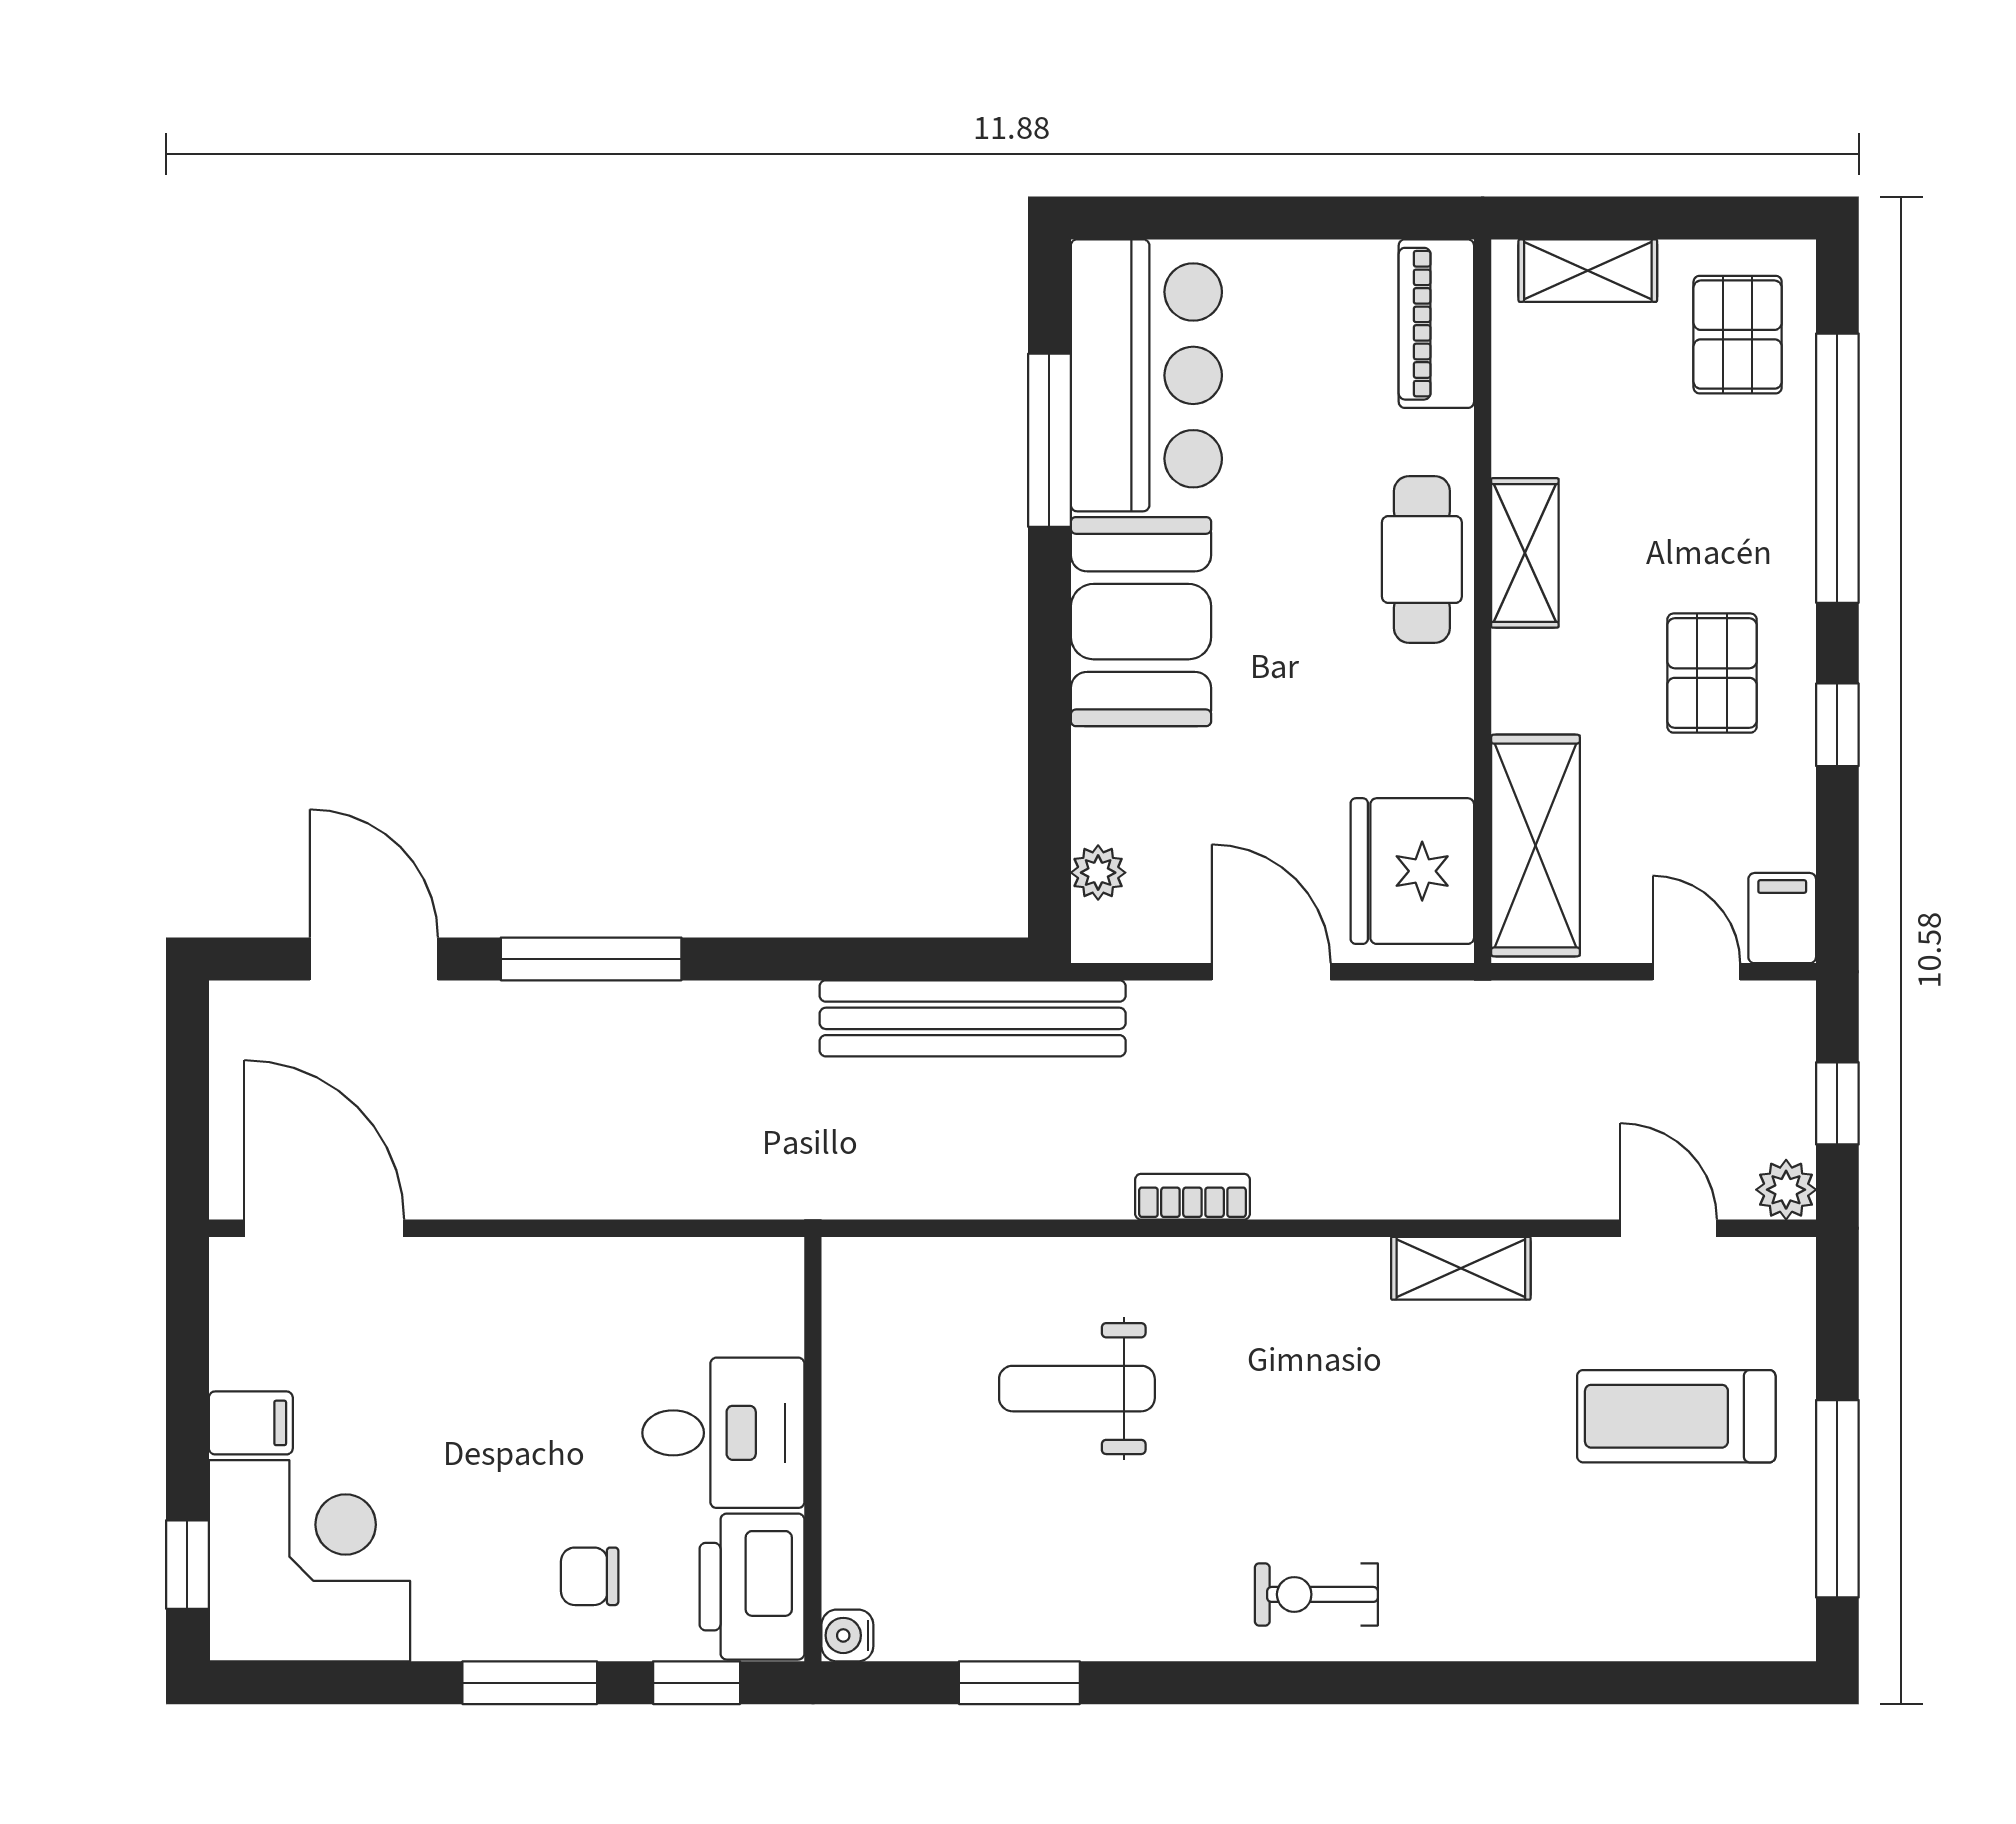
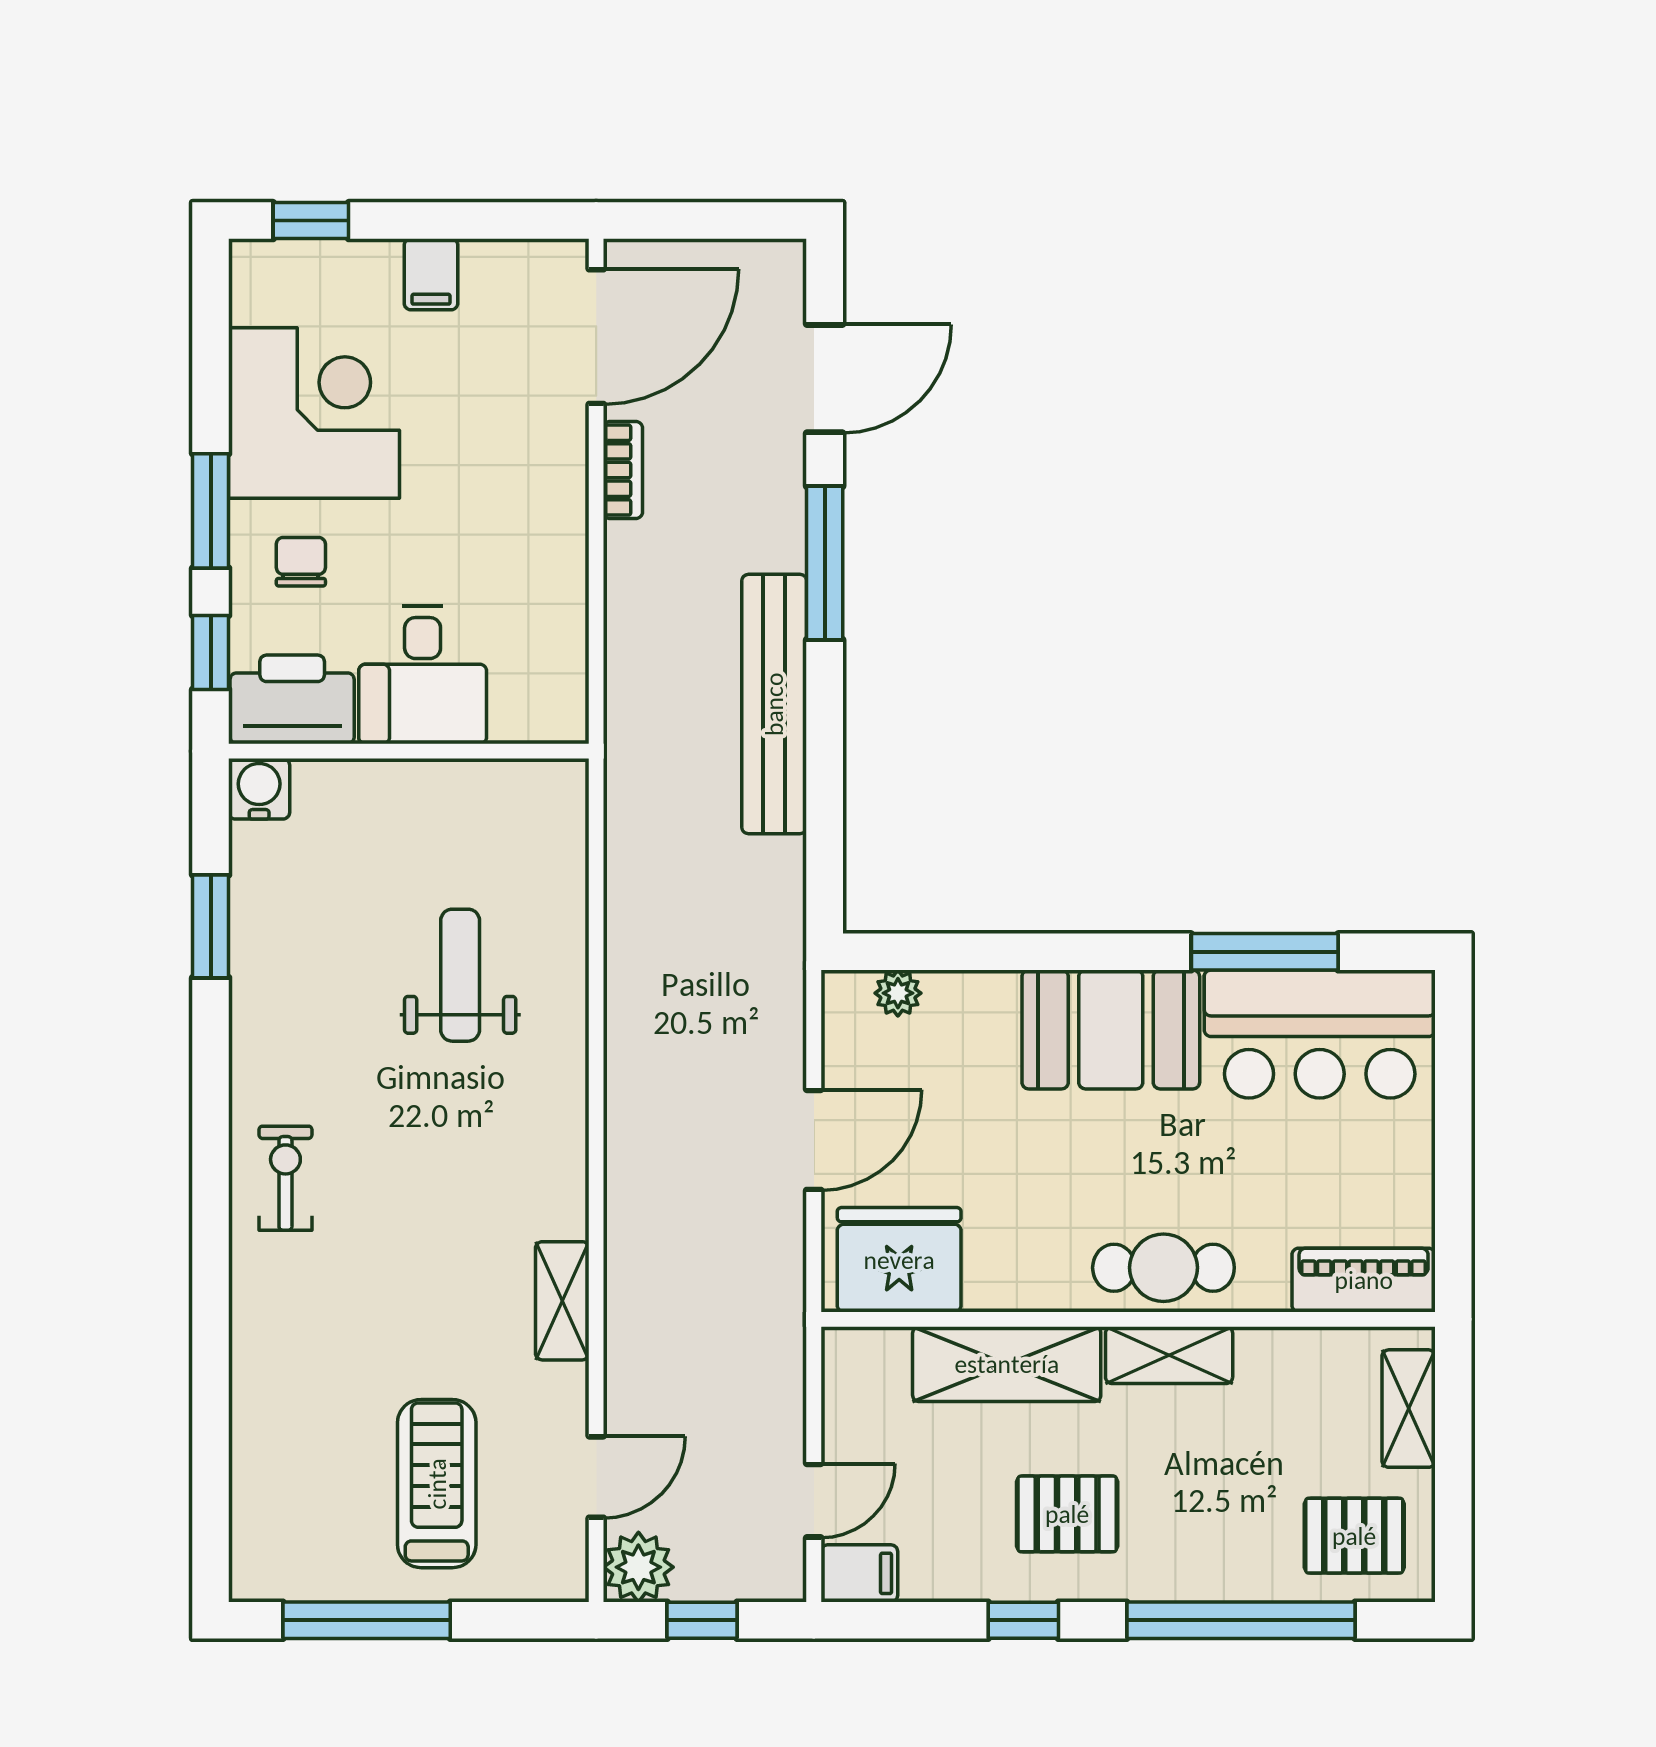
shelving: (1535, 846) -> (1007, 1364), moved
bench: (973, 1018) -> (774, 704), moved
plant: (1786, 1190) -> (638, 1567), width x1.38, depth x1.38
bookcase: (1192, 1197) -> (623, 470), moved
corner desk: (309, 1561) -> (314, 413), moved, turned -90
water cooler: (847, 1635) -> (259, 789), width x1.38, depth x1.38

